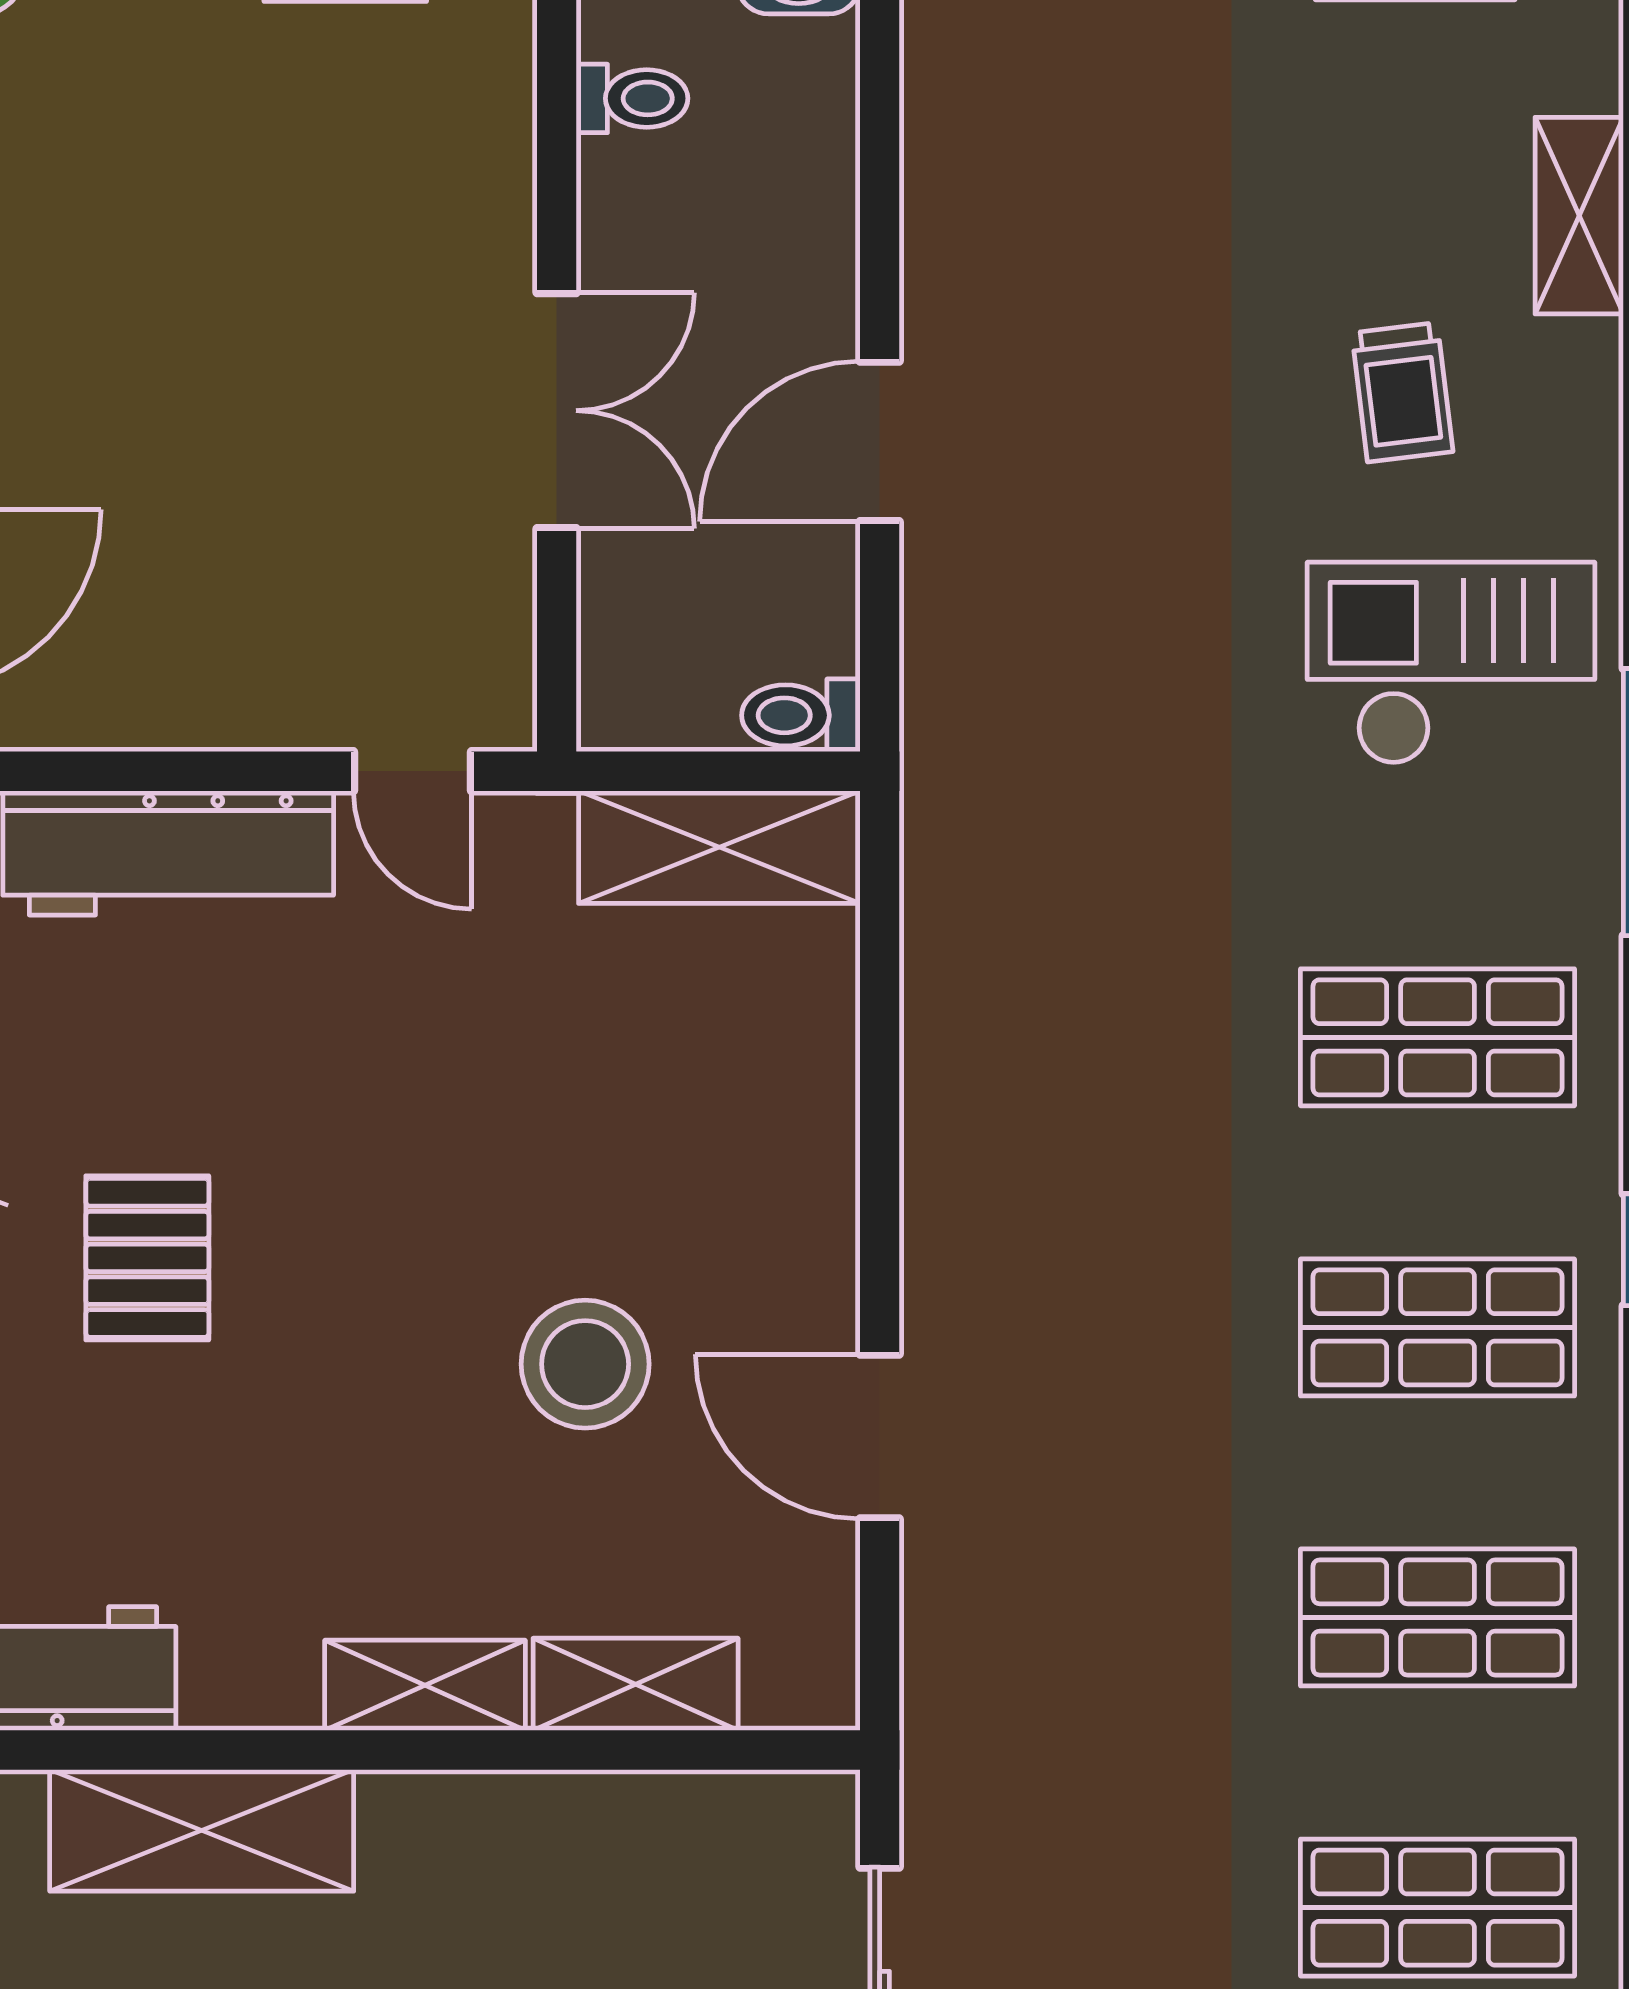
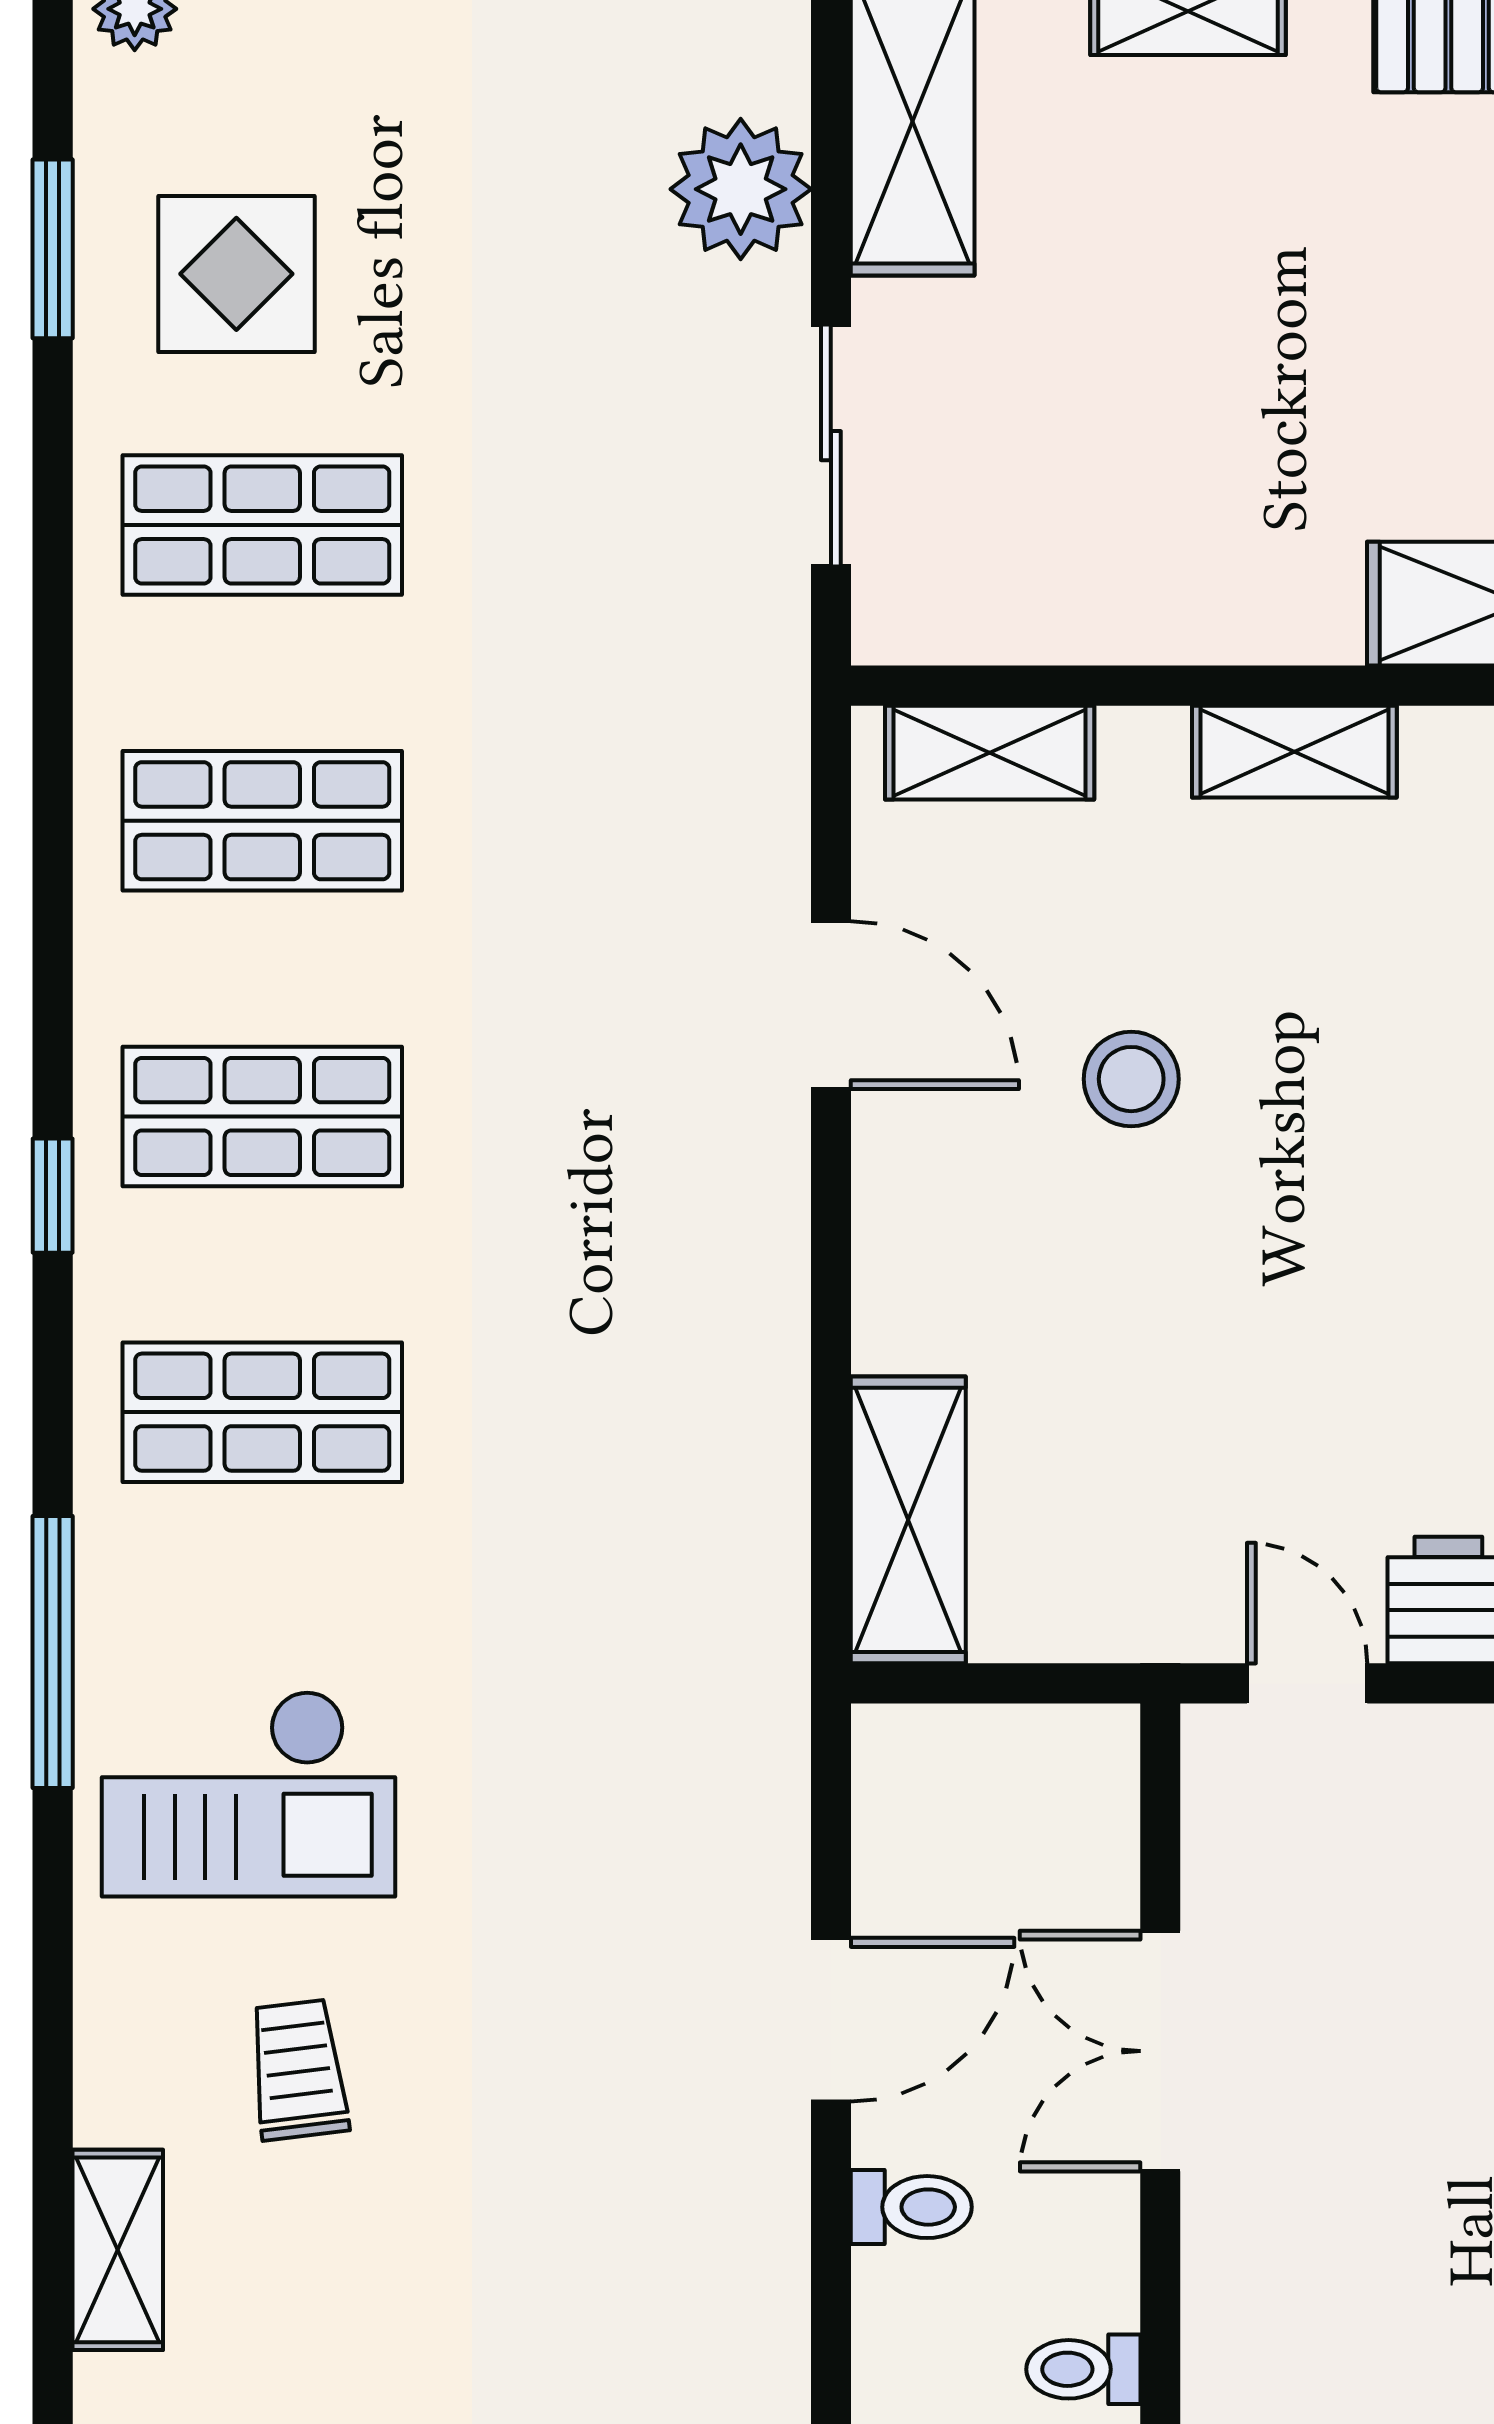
toilet: (801, 715) -> (911, 2207), moved
shelving: (719, 847) -> (908, 1520), moved, turned 90
stool: (585, 1364) -> (1131, 1079), width x0.73, depth x0.73
shelving: (636, 1684) -> (990, 753), moved

